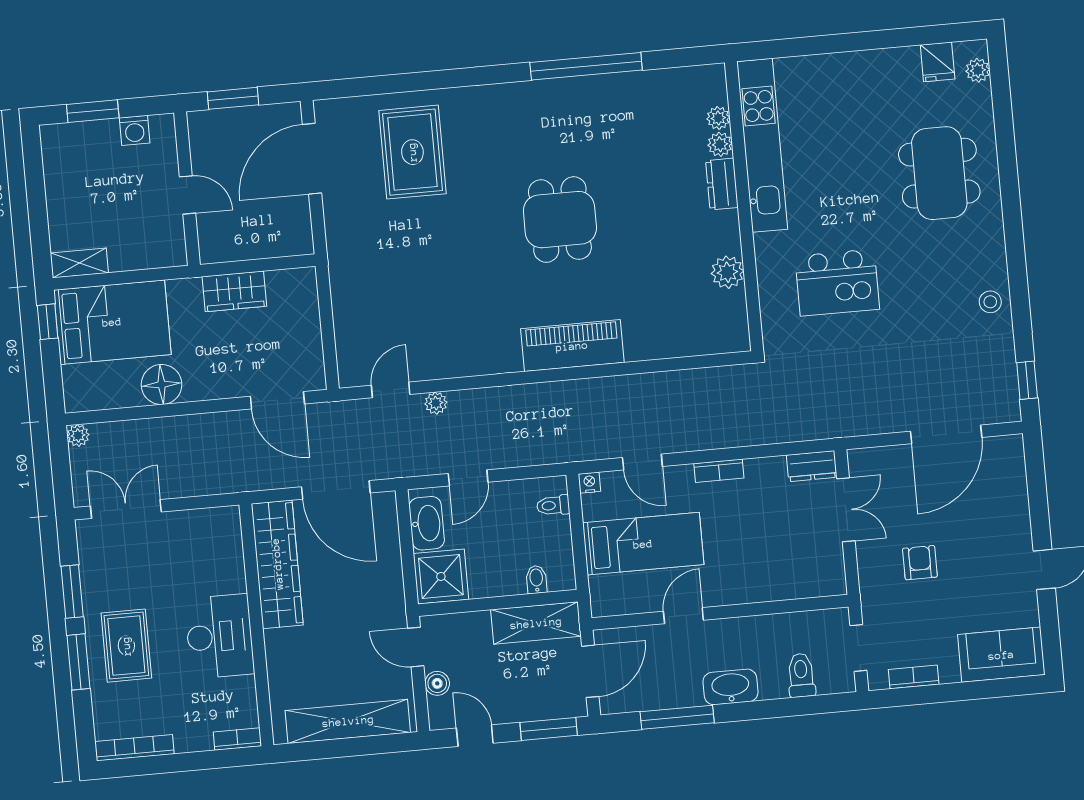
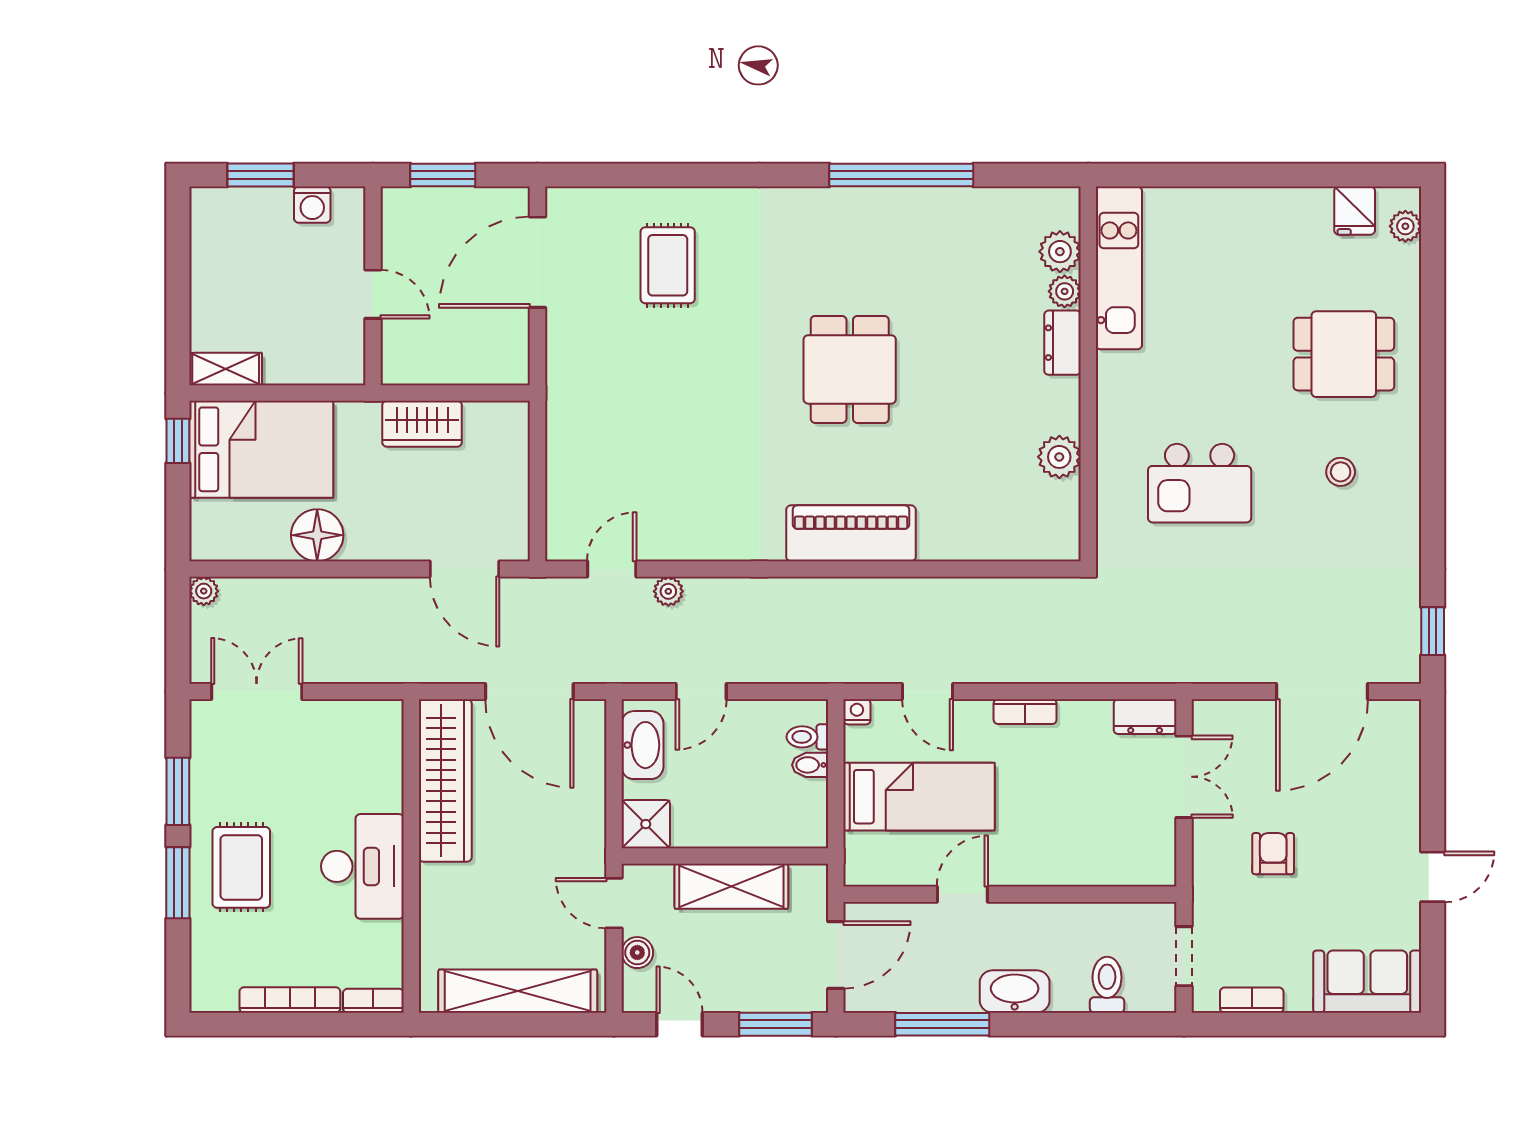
plant: (718, 118) -> (1060, 252), width x1.38, depth x1.38
kitchen unit: (762, 145) -> (1119, 268), width x0.73
rug: (412, 152) -> (668, 265), width x0.73, depth x0.70
dining table: (939, 173) -> (1344, 354), width x0.73
stool: (990, 302) -> (1341, 472), moved
shower: (441, 576) -> (646, 824), width x0.73, depth x0.73
bidet: (536, 579) -> (810, 765), moved, turned -90
shelving: (536, 623) -> (731, 886), moved
bookcase: (135, 748) -> (290, 1000), moved

